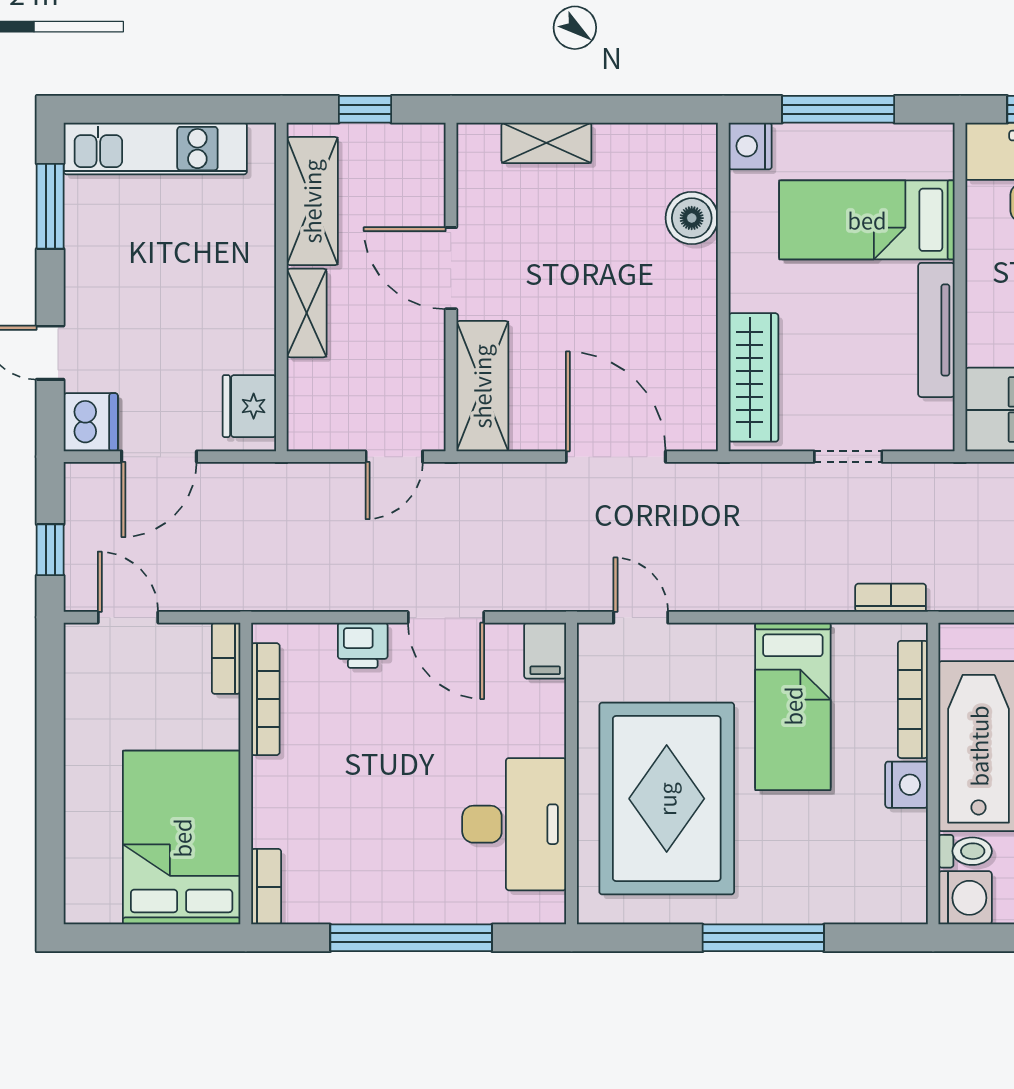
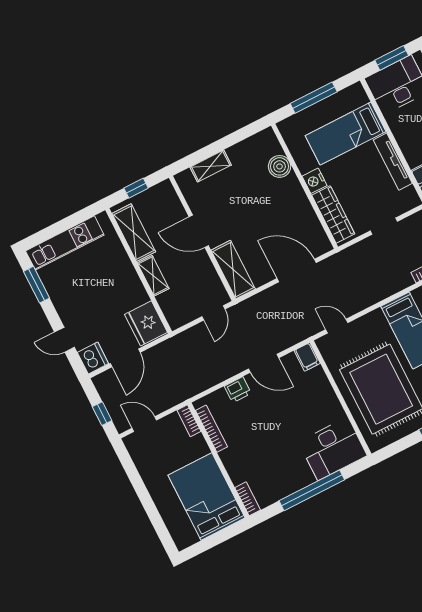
nightstand: (750, 146) -> (314, 181), moved
fridge: (249, 406) -> (146, 323), width x1.36, depth x1.34
desk: (514, 824) -> (333, 449), moved, turned 90

